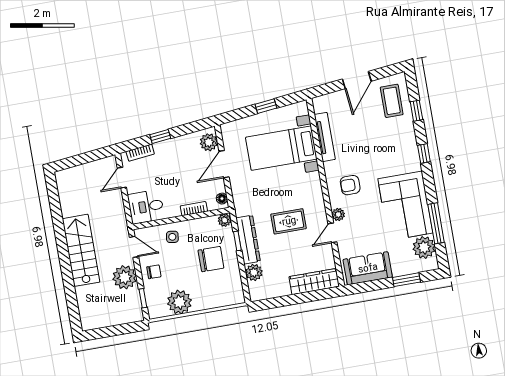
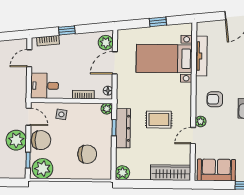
chair: (211, 259) -> (87, 154), moved
chair: (154, 272) -> (41, 140), width x1.87, depth x1.87
plant: (254, 272) -> (122, 173), moved
plant: (179, 302) -> (43, 169), moved

